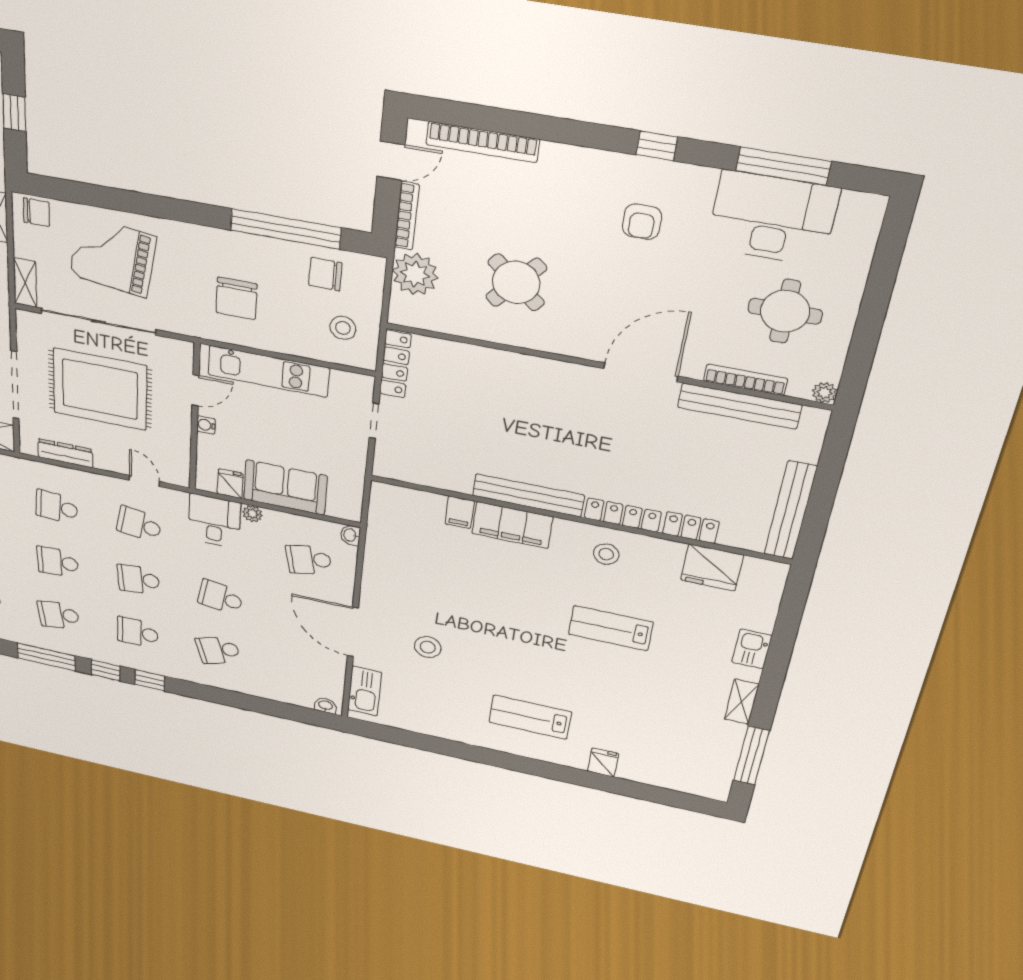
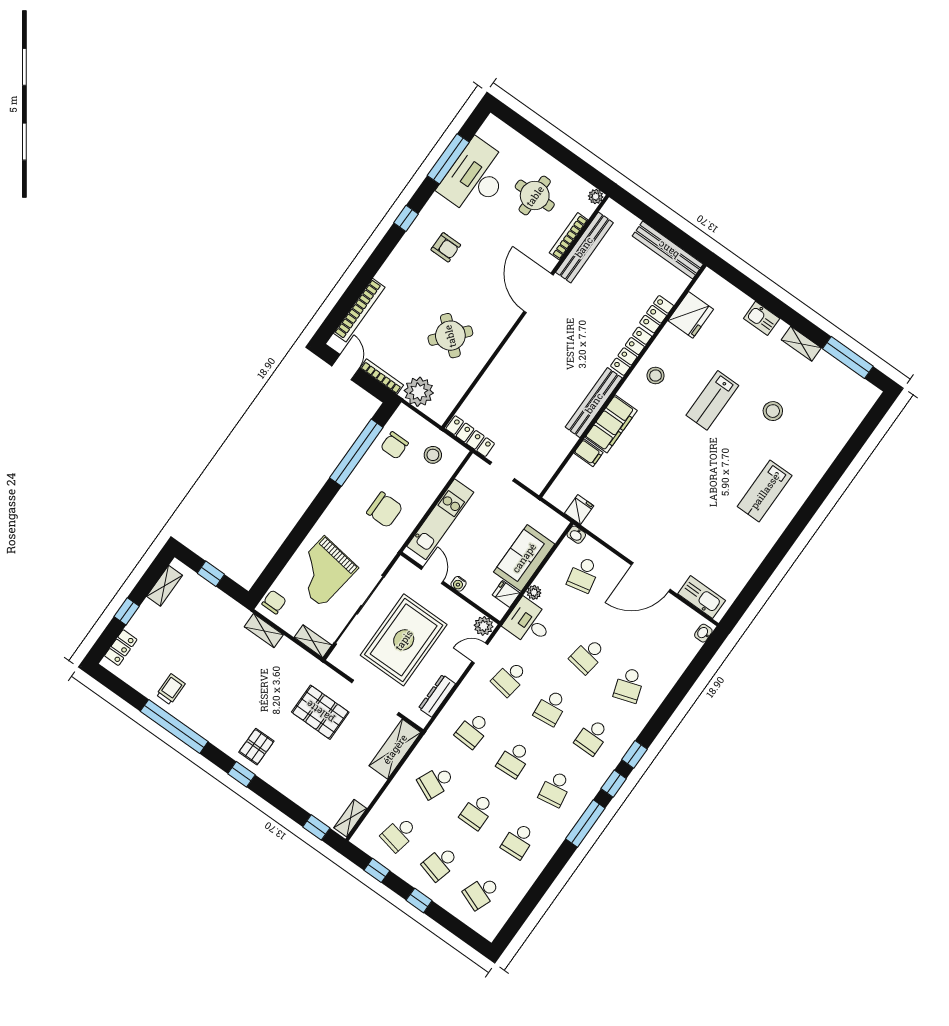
plant: (177, 473) -> (484, 626), added
stool: (428, 647) -> (773, 411), moved
fridge: (603, 762) -> (579, 510), moved, turned 90

